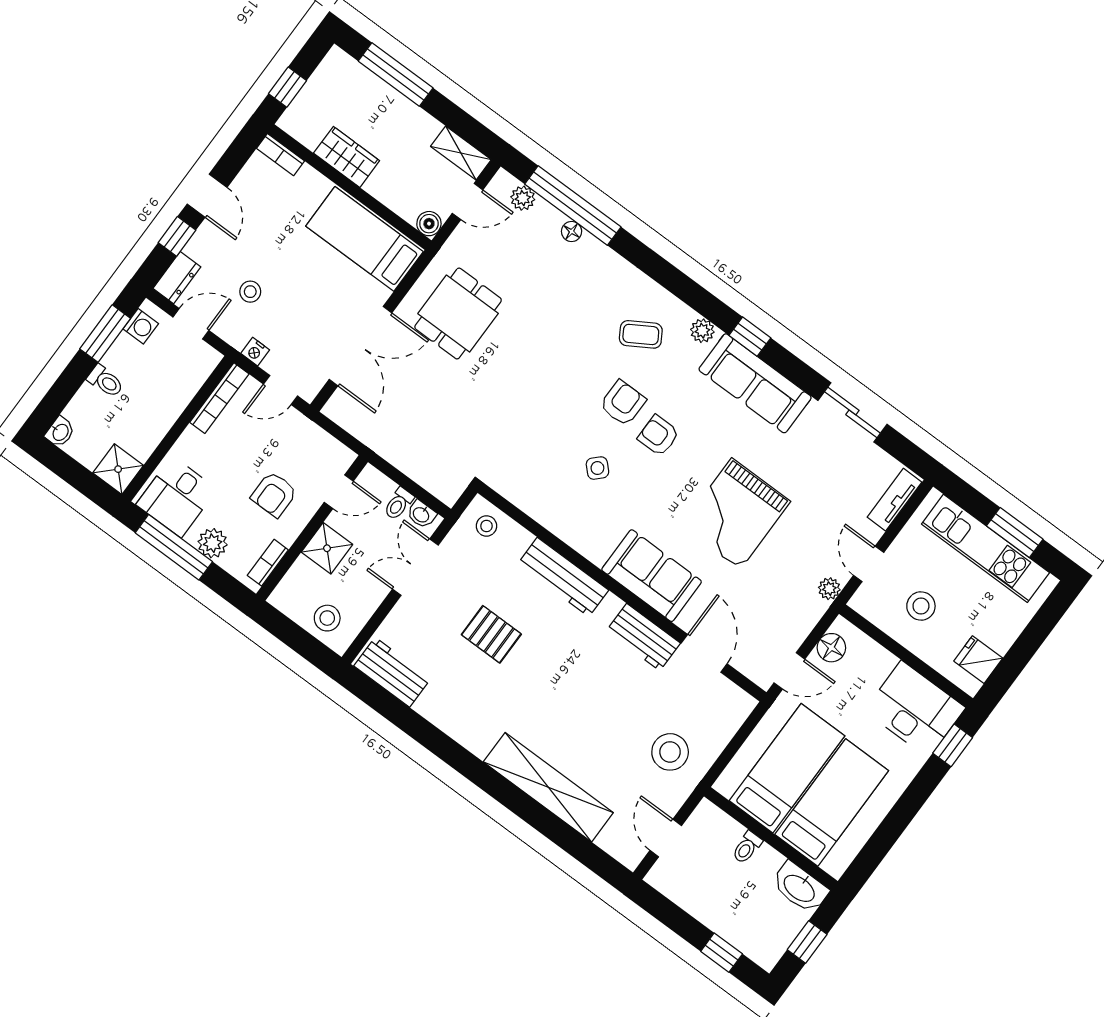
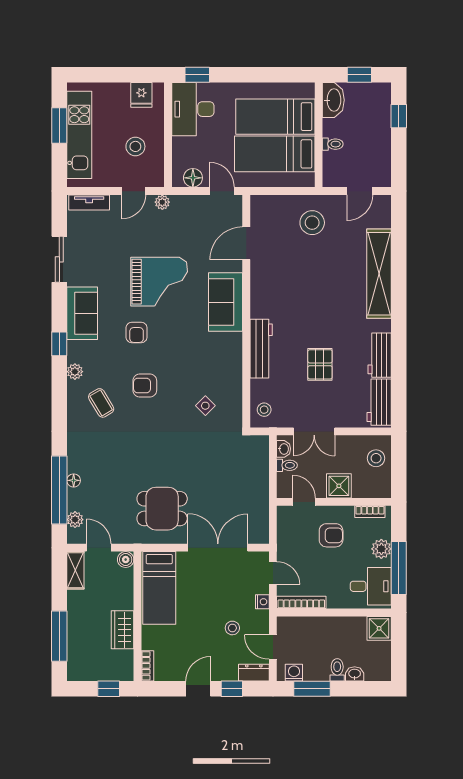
sofa: (755, 383) -> (82, 313), width x0.73
washbasin: (60, 432) -> (355, 674), moved
armchair: (659, 435) -> (137, 332), moved
side table: (597, 468) -> (205, 406), moved
workbench: (643, 637) -> (380, 355), moved, turned 180

